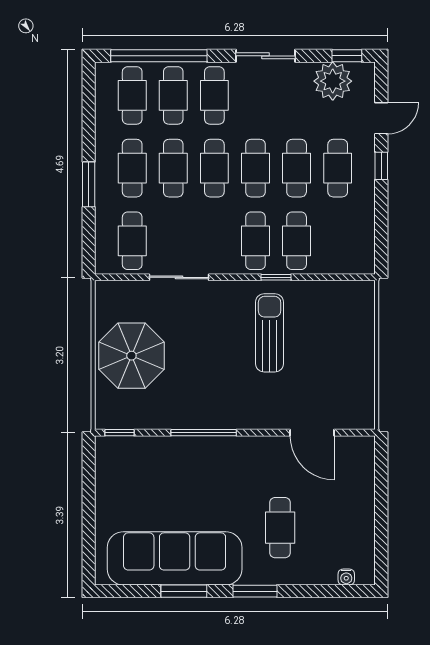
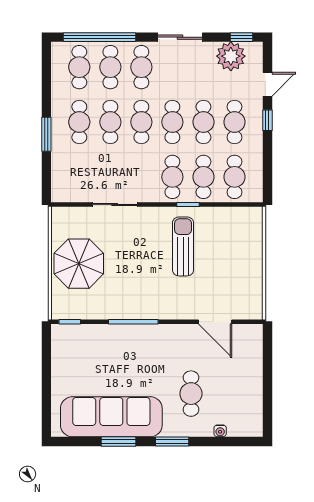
cafe table: (132, 241) -> (235, 177), moved
water cooler: (346, 577) -> (220, 431), moved

